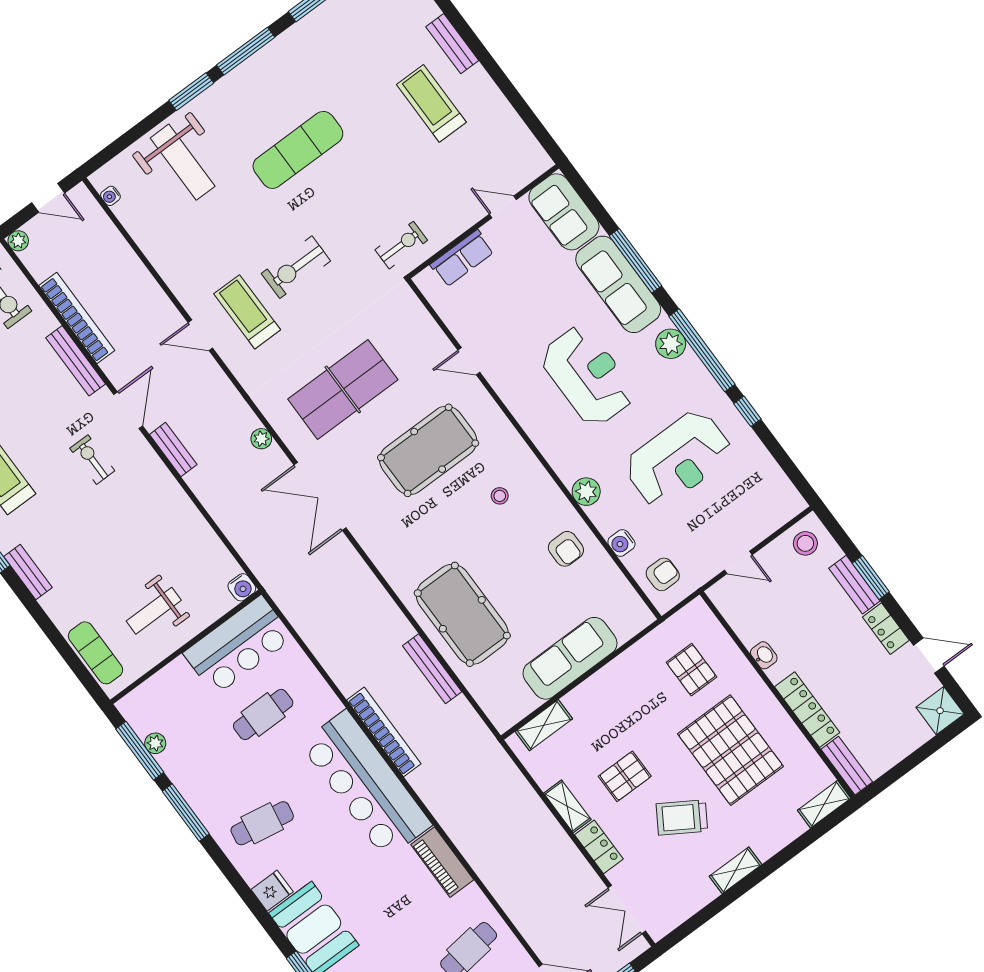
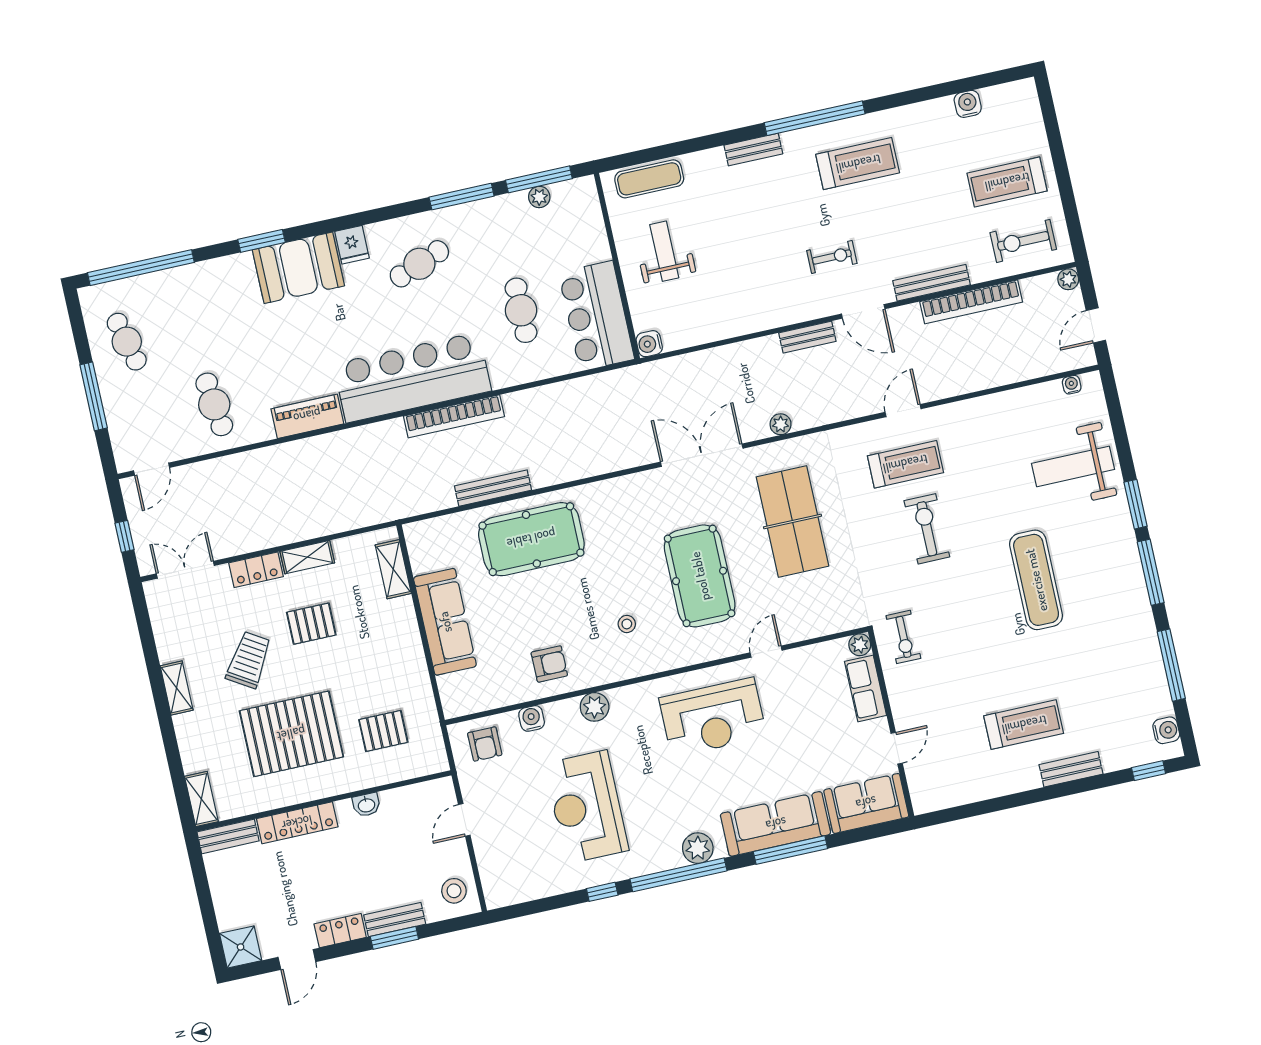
plant: (426, 281) -> (860, 645), added
reception desk: (587, 376) -> (713, 717), moved
armchair: (566, 549) -> (549, 664), turned 180
pallet: (625, 776) -> (311, 624), turned 90
cafe table: (262, 823) -> (419, 264), turned 59

